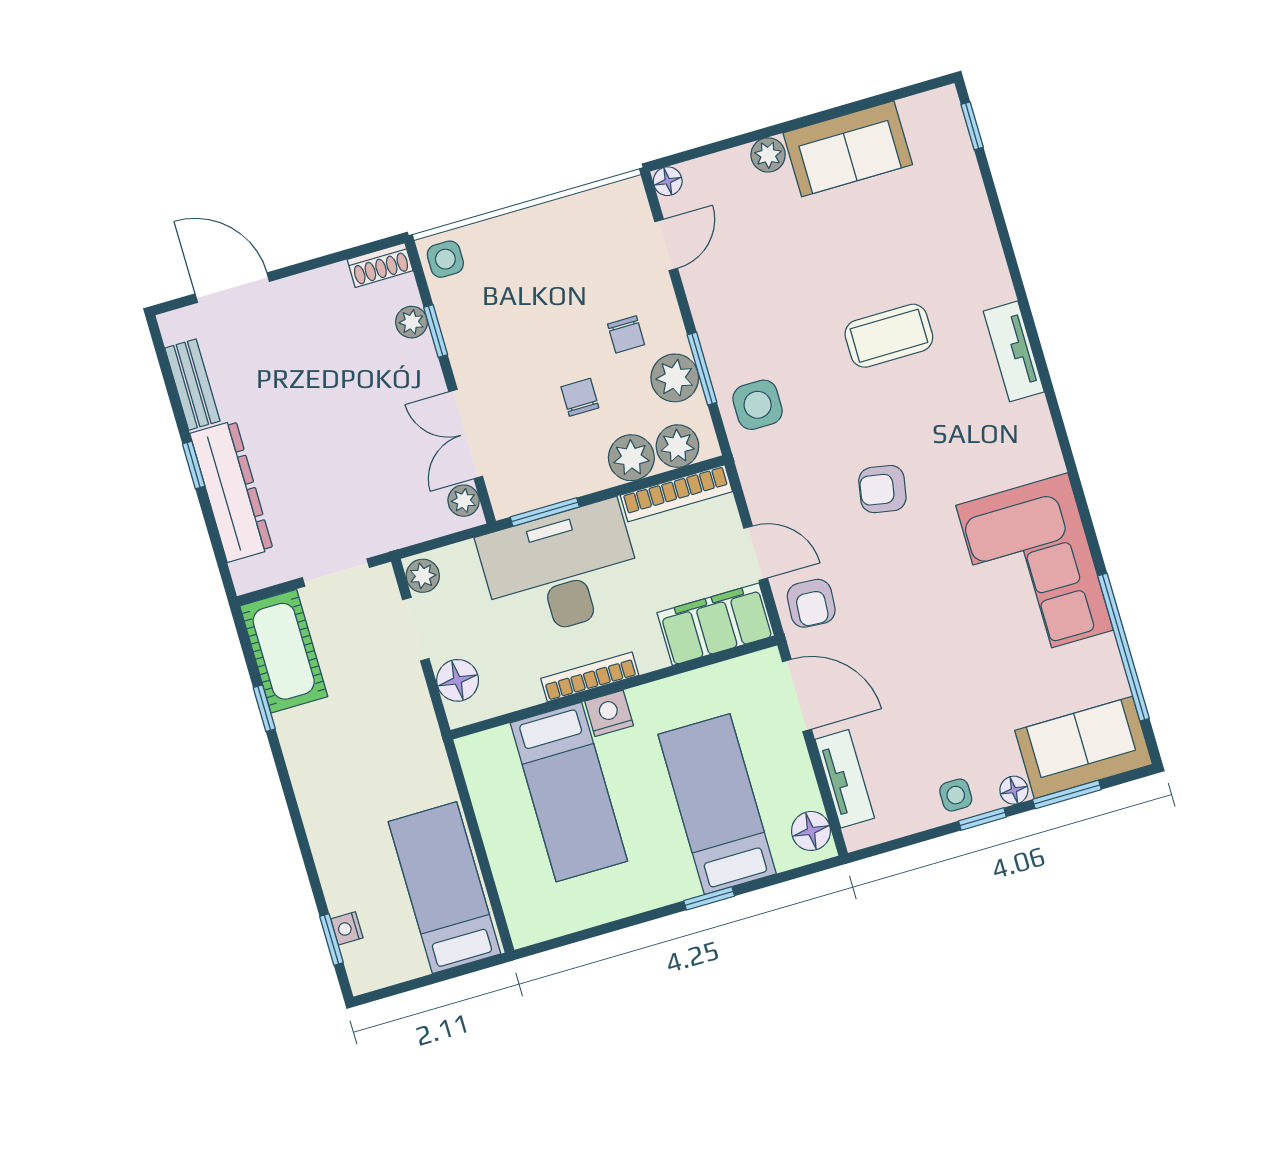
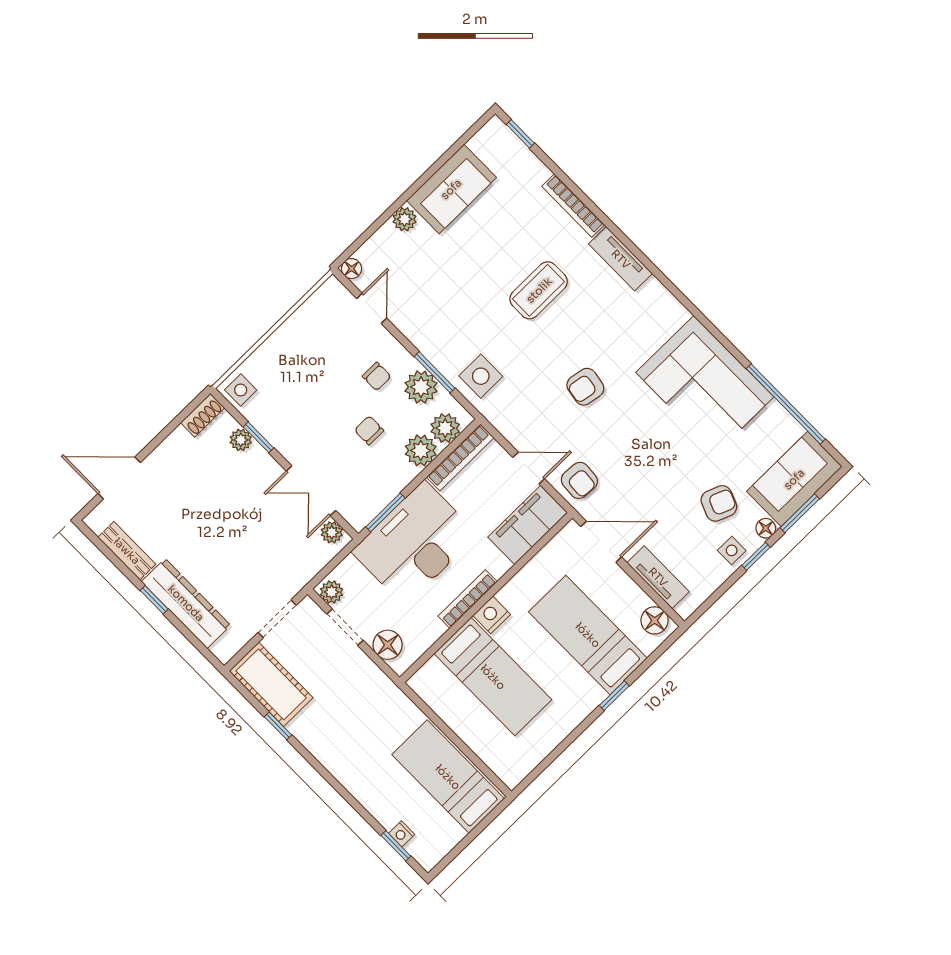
bookcase: (990, 252) -> (573, 206), added
armchair: (972, 727) -> (719, 503), added

